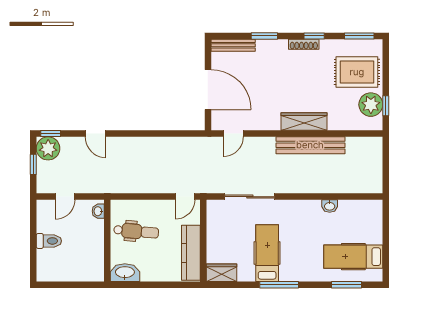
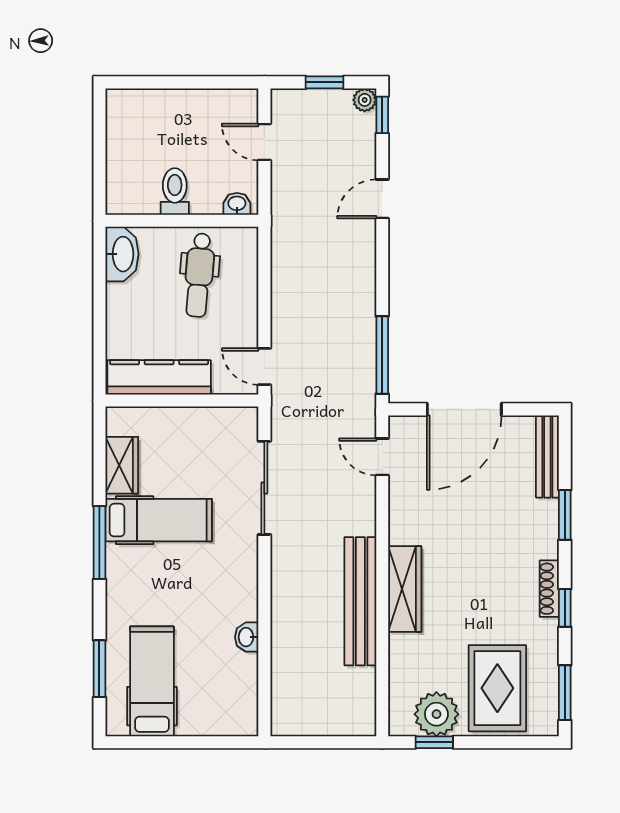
window: (179, 134) -> (382, 355), added
plant: (48, 148) -> (365, 100), width x0.53, depth x0.53
toilet: (49, 241) -> (175, 192), moved, turned 180
wardrobe: (222, 273) -> (122, 465), moved

